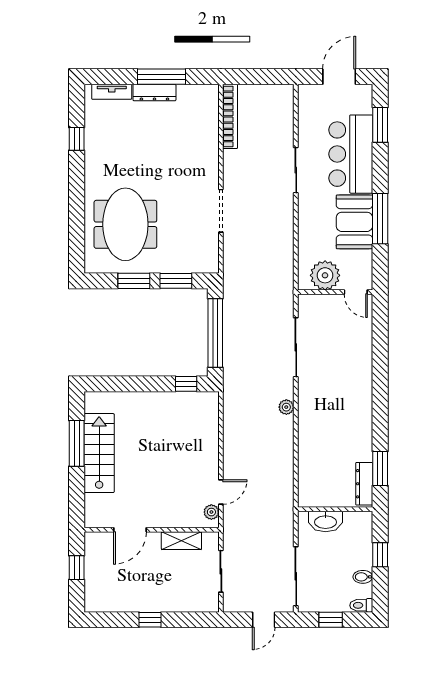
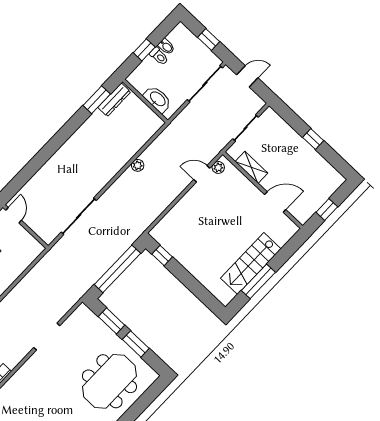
plant: (325, 275) -> (22, 242), removed
plant: (286, 407) -> (138, 165), moved
toilet: (361, 605) -> (159, 56), moved

